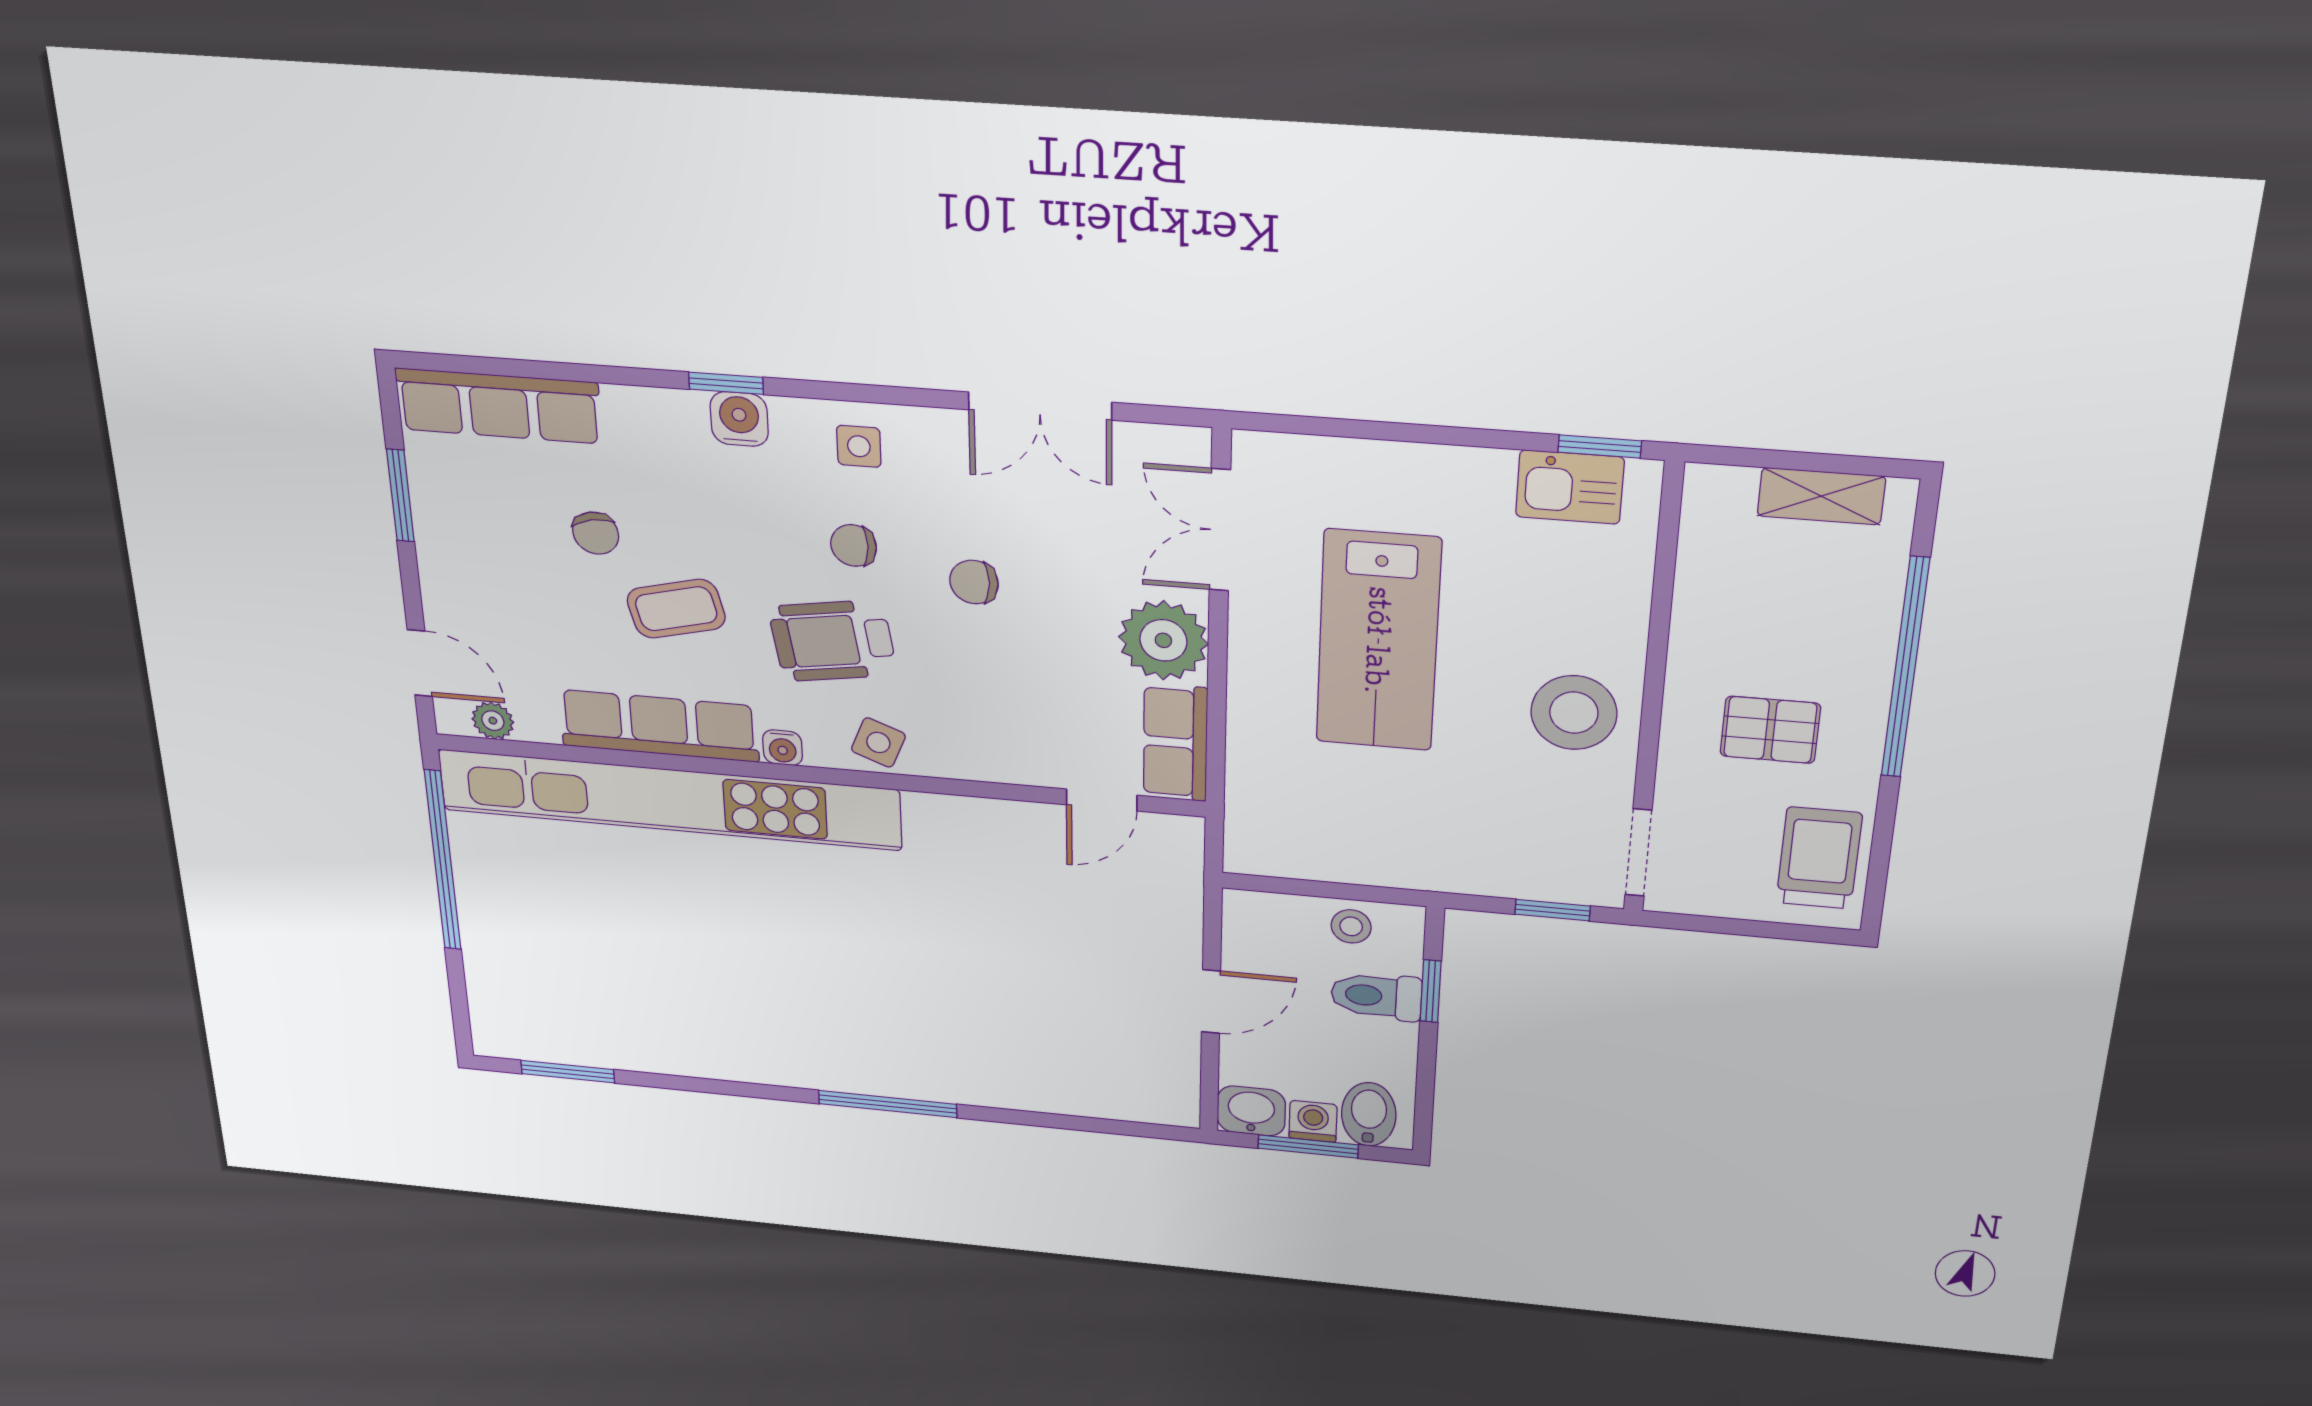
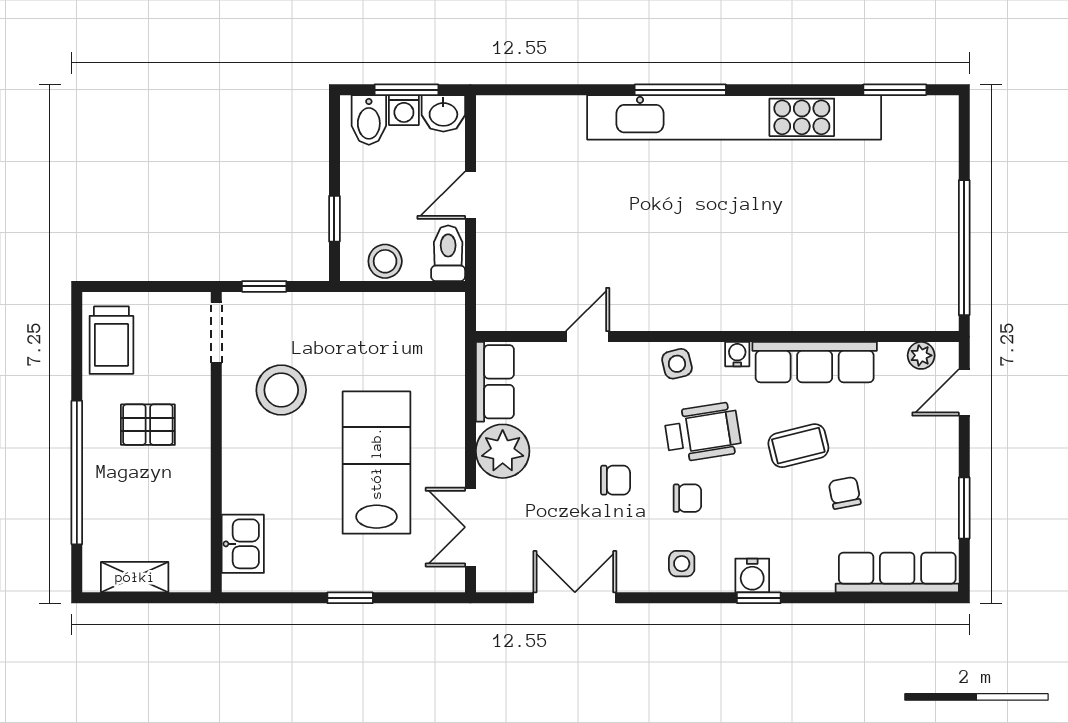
window: (1600, 447) -> (350, 598), moved
kitchen sink: (1570, 487) -> (243, 544), moved, turned 90
double door: (1220, 530) -> (470, 527), swing flipped
door: (420, 663) -> (964, 392), hinge flipped
stool: (1574, 713) -> (281, 390), moved
side table: (878, 743) -> (677, 364), turned -36
kitchen unit: (669, 800) -> (734, 117), moved, turned 180
door: (1102, 800) -> (588, 337), moved
stool: (1351, 926) -> (385, 261), width x1.37, depth x1.37
toilet: (1376, 996) -> (448, 253), moved, turned -90

